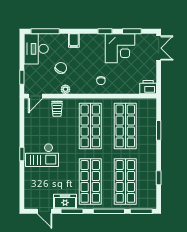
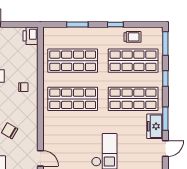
plant: (65, 89) -> (33, 126), removed
trolley: (57, 109) -> (132, 37), moved
window: (159, 178) -> (115, 24), moved
window: (109, 211) -> (165, 78), width x0.46

